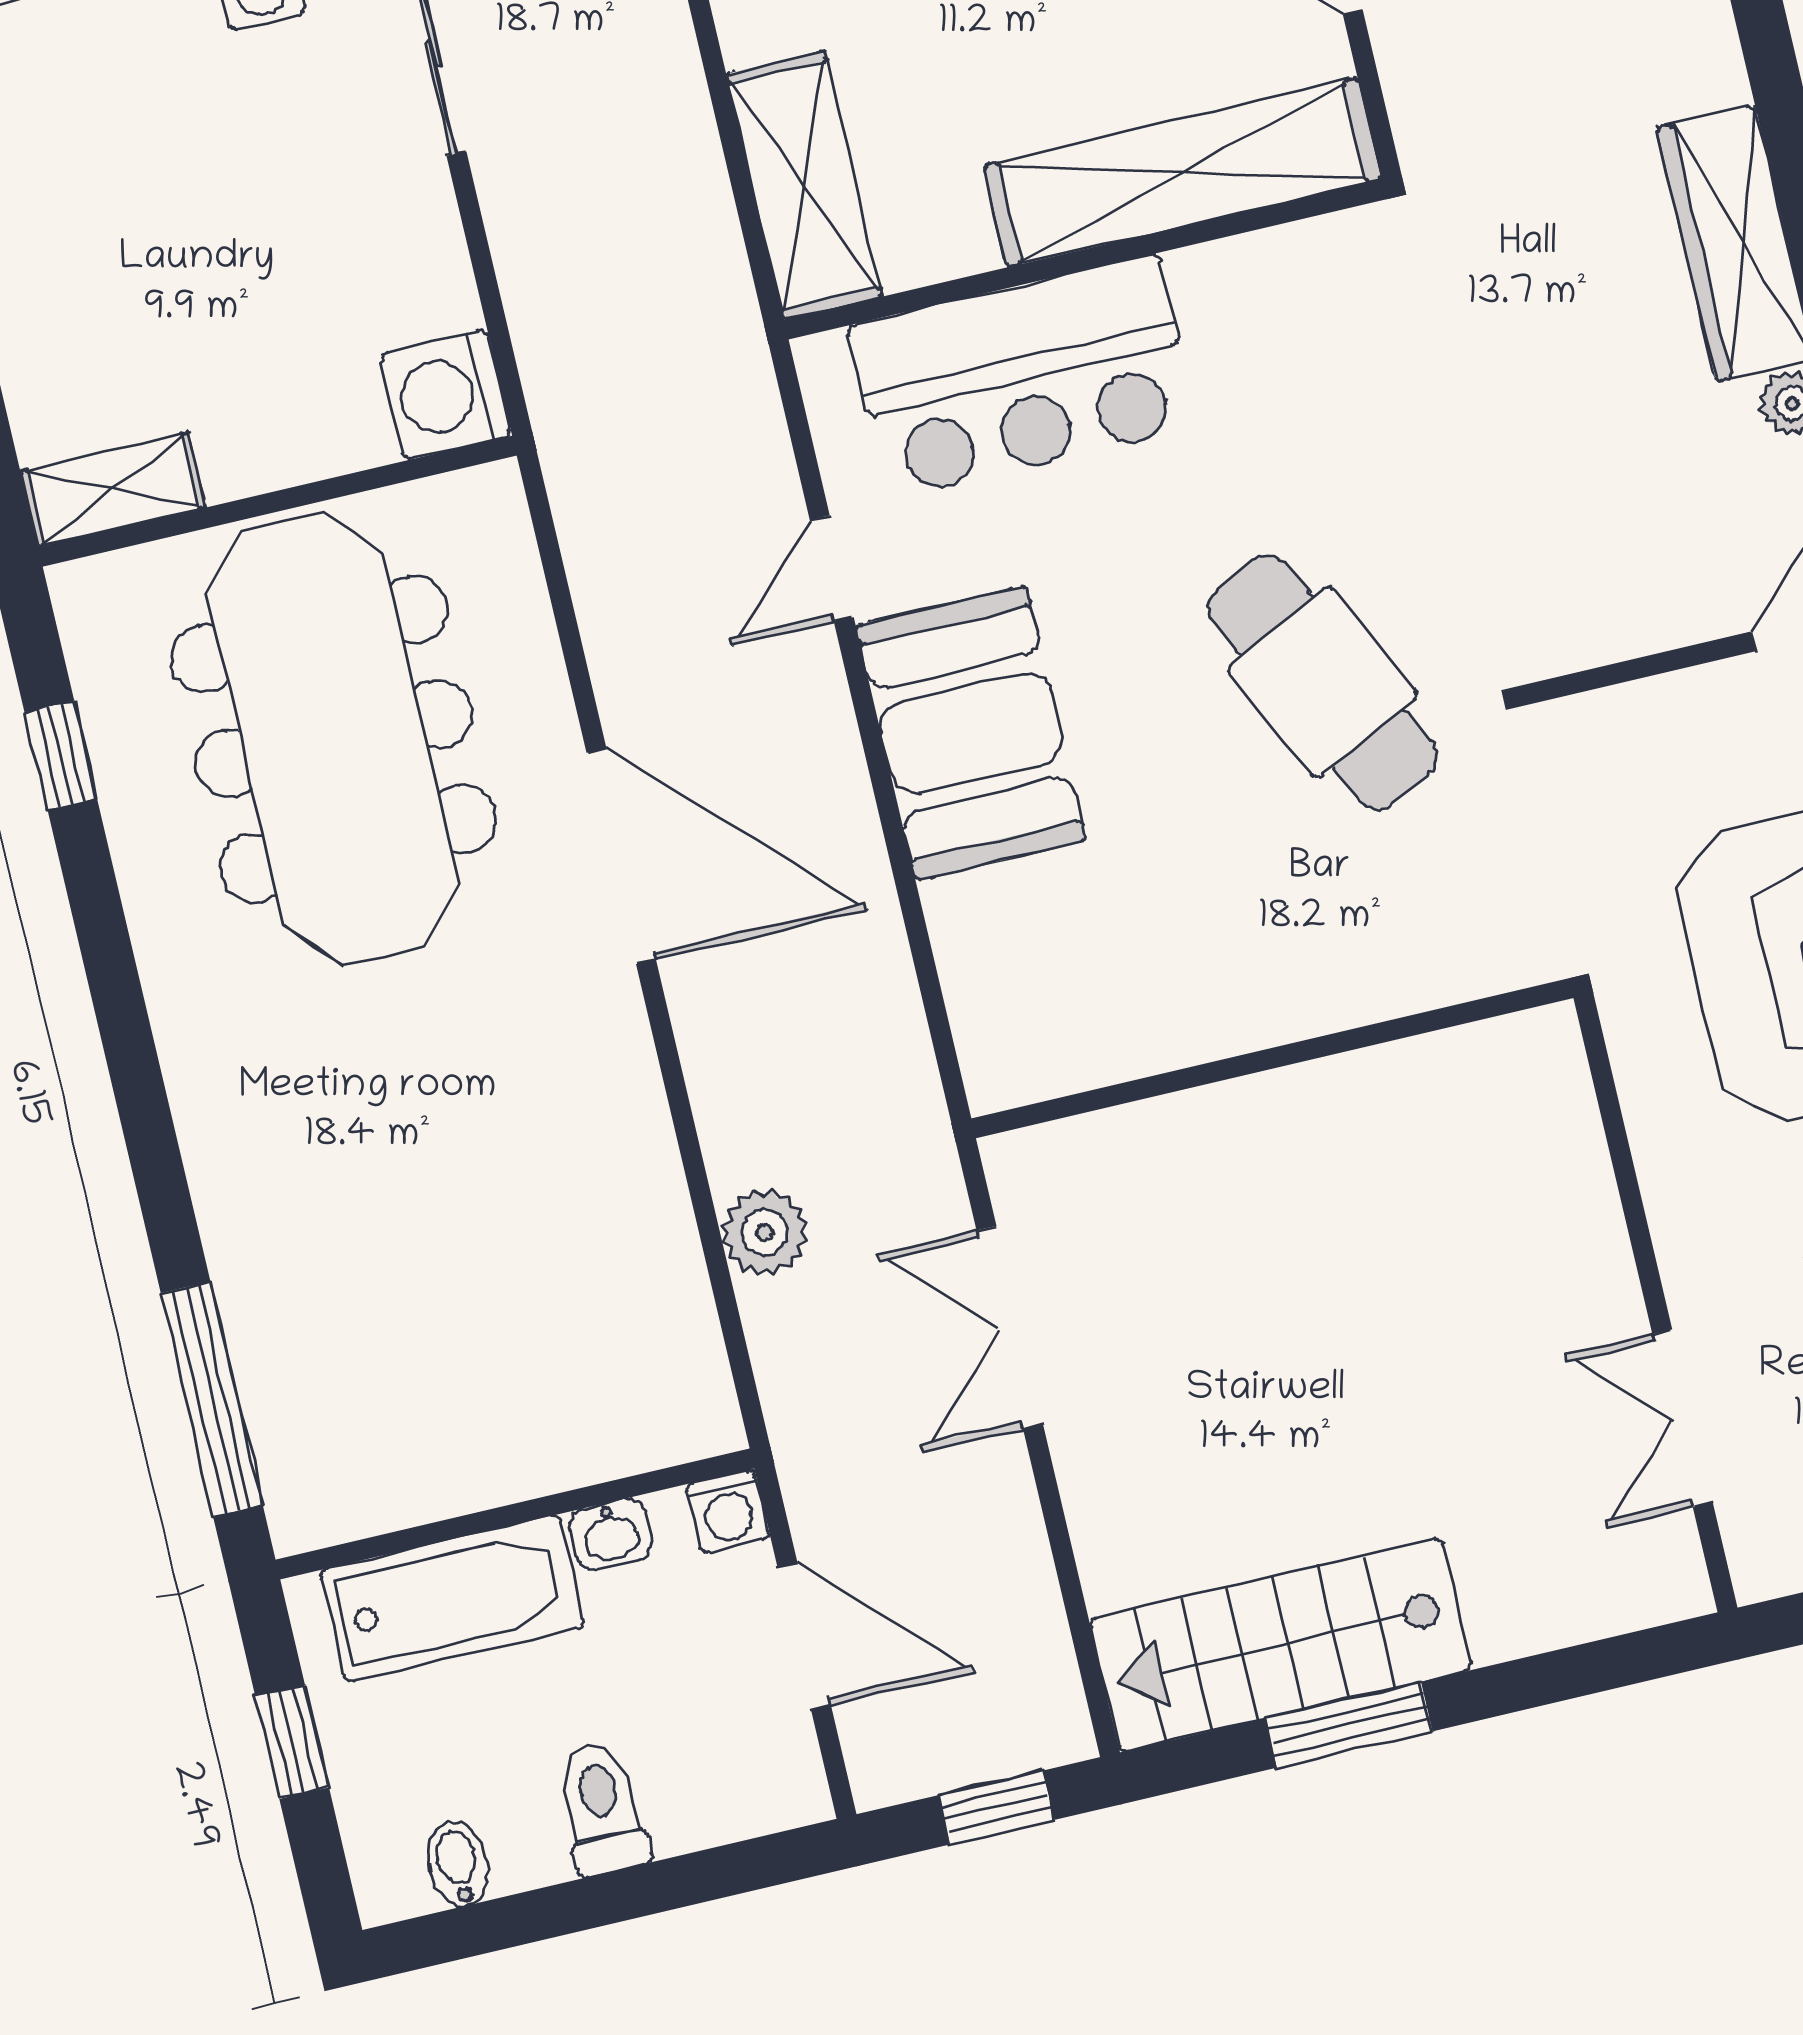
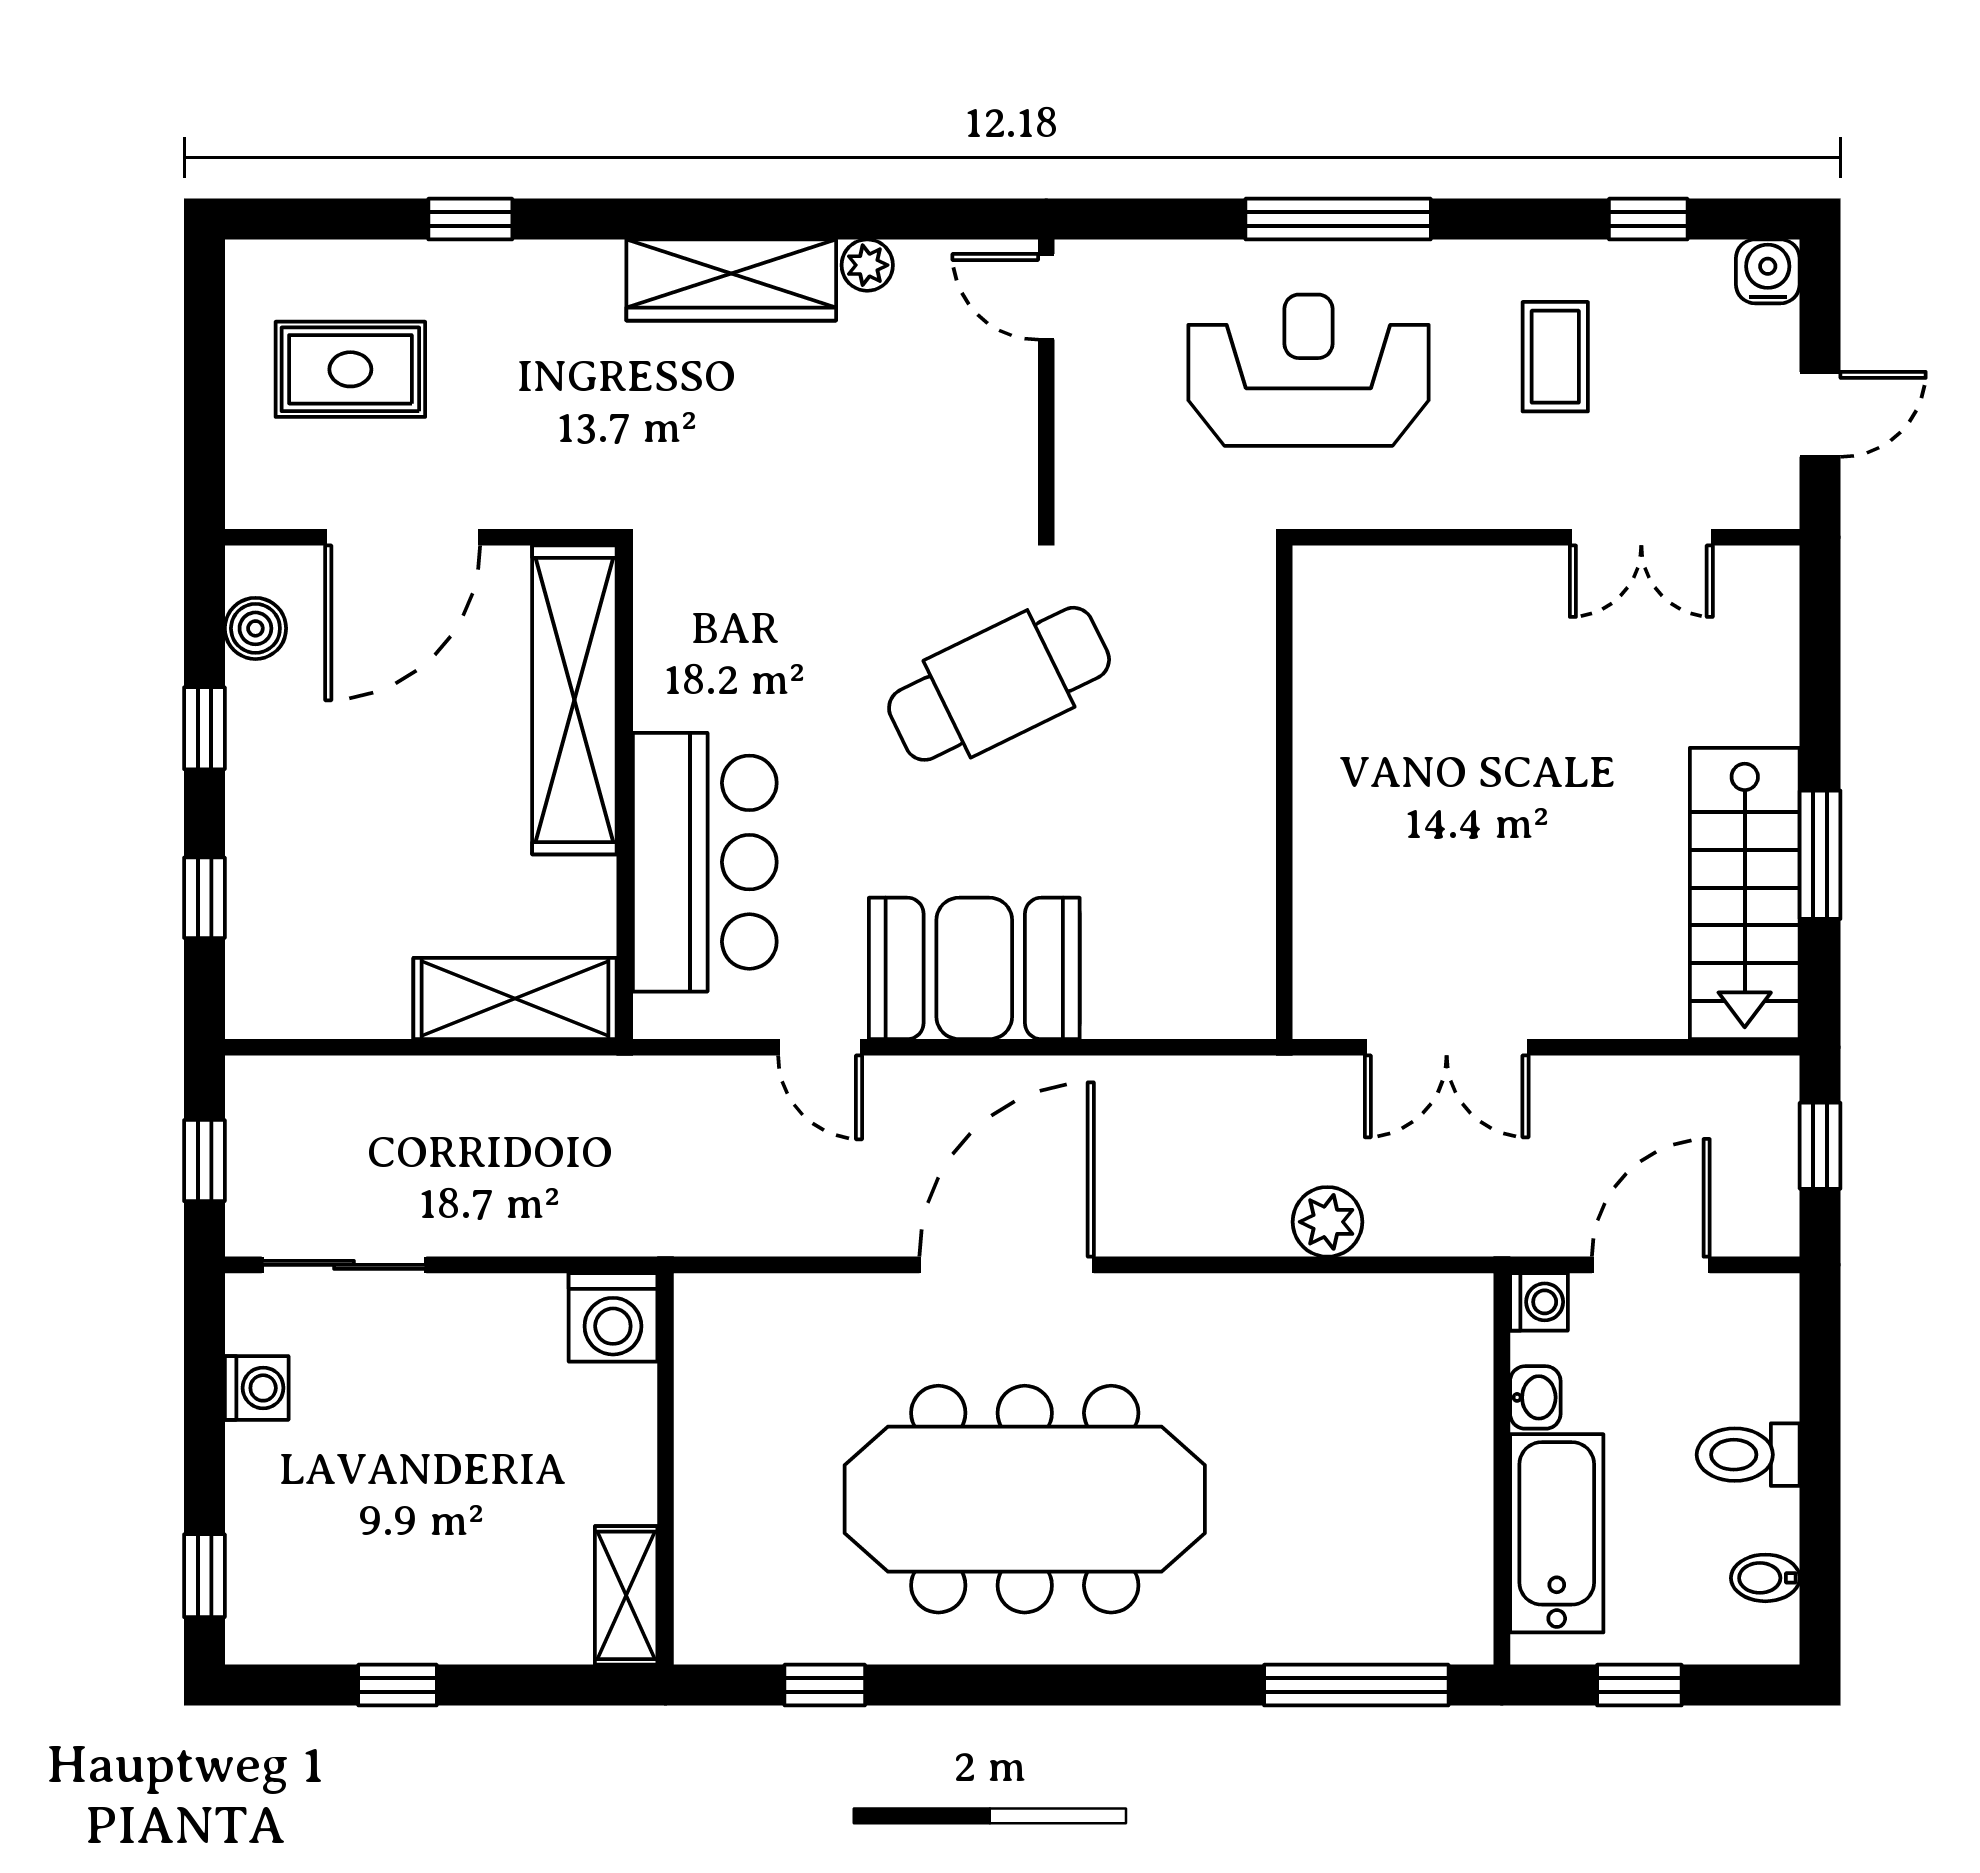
meeting table: (334, 739) -> (1025, 1499), moved

